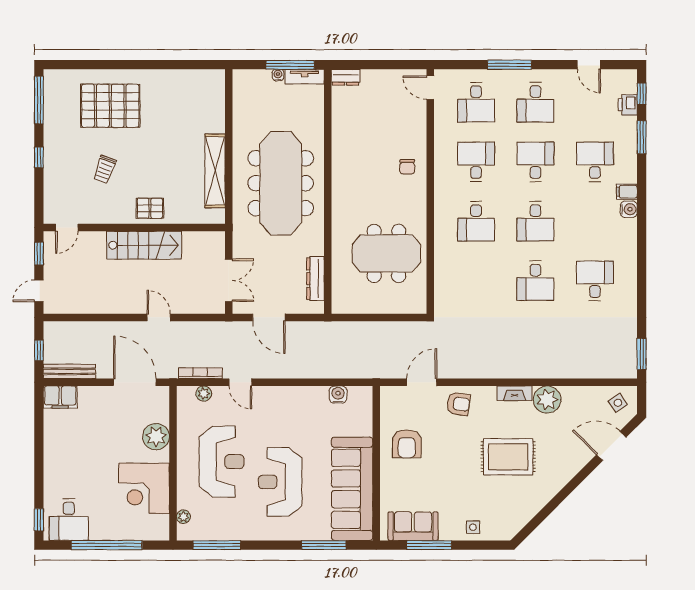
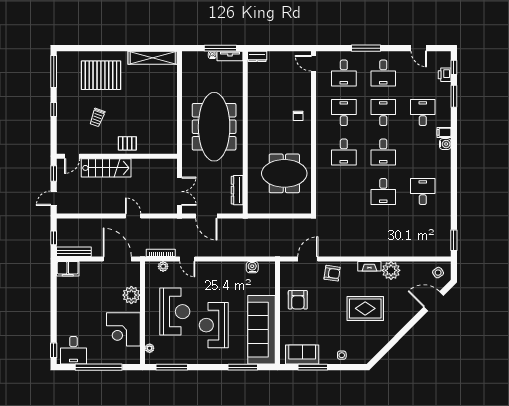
shelving: (215, 171) -> (153, 58), moved, turned 90
stairs: (144, 245) -> (106, 168), moved

